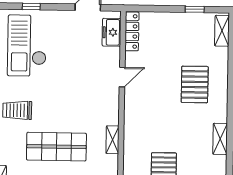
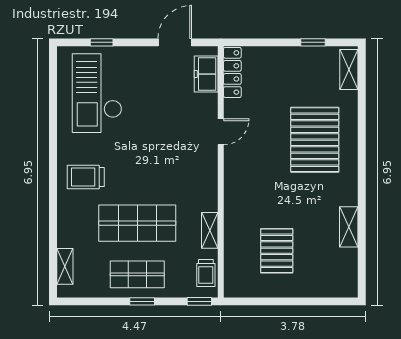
pallet: (195, 84) -> (315, 140), width x1.37, depth x1.41
shelving: (220, 139) -> (349, 227), moved
shelving: (113, 140) -> (210, 230), moved

